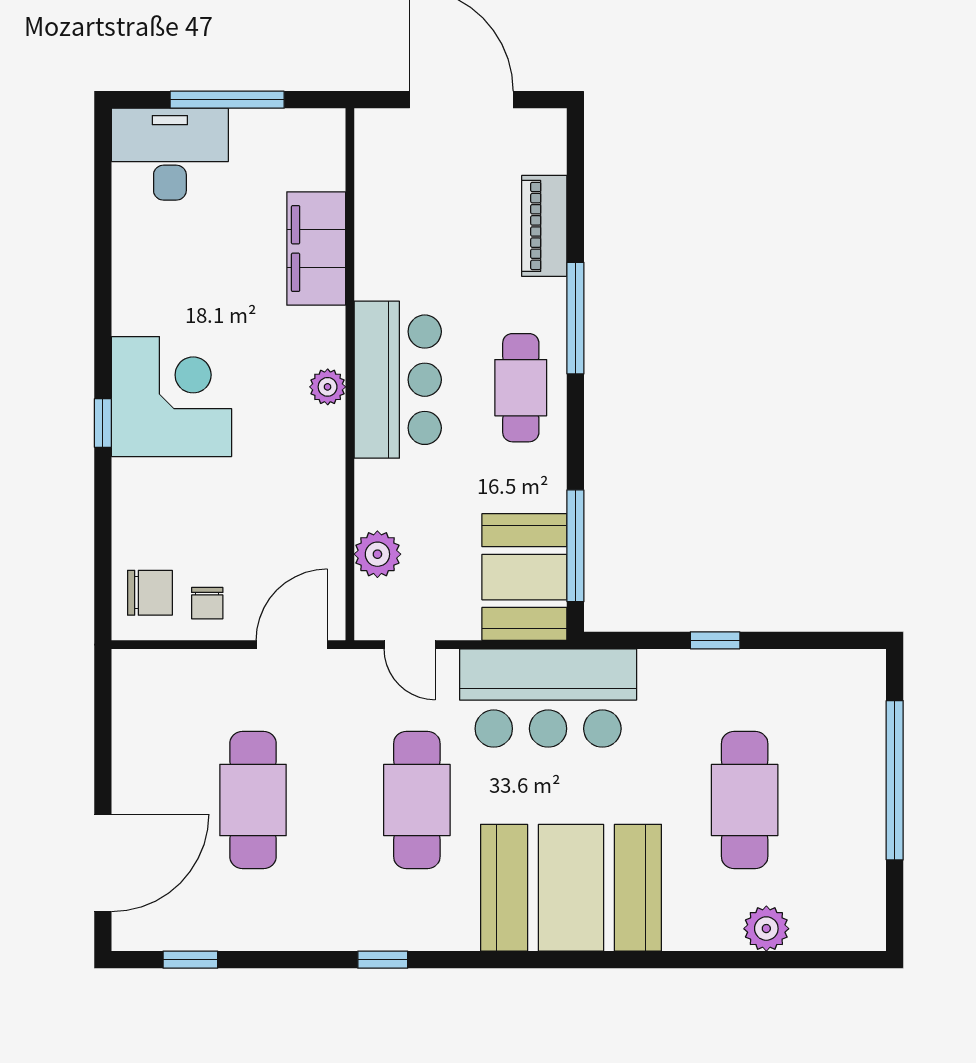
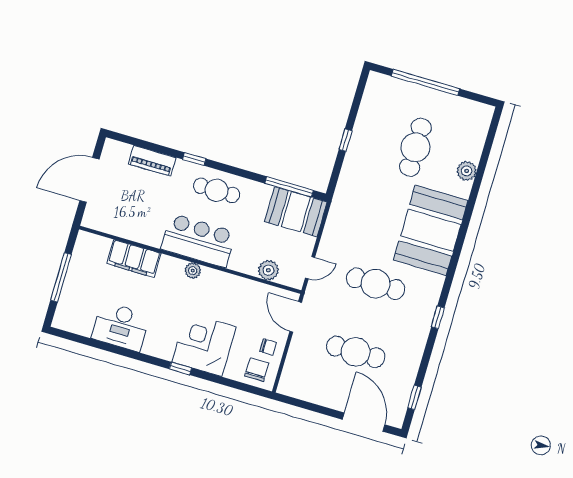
desk: (170, 154) -> (121, 326), moved, turned -90
window: (575, 318) -> (194, 159), width x0.46
corner desk: (171, 397) -> (204, 344), moved
bar counter: (548, 698) -> (349, 217), removed
cafe table: (745, 800) -> (415, 147), turned 90
plant: (766, 929) -> (467, 171), moved

